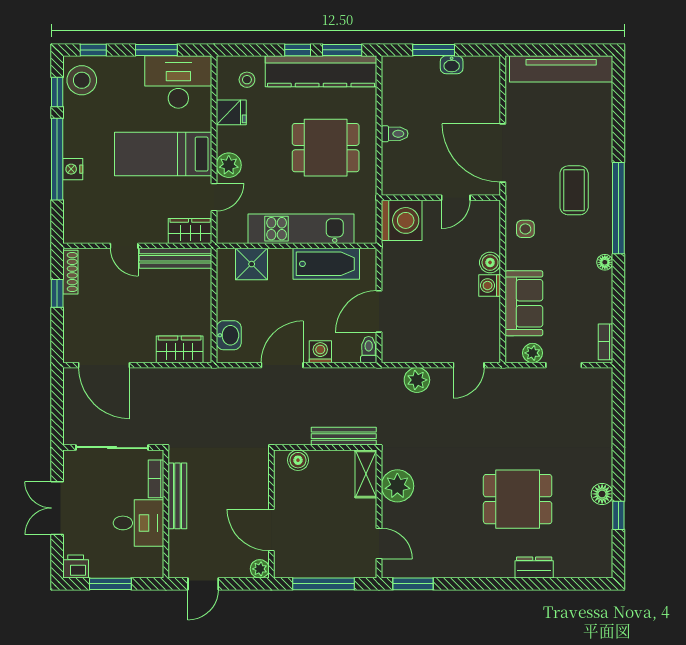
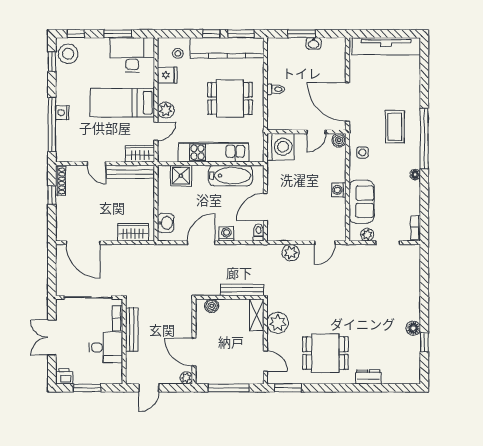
window: (57, 159) -> (52, 124), moved
boiler: (490, 262) -> (339, 140), moved
dining table: (518, 499) -> (325, 353), moved

